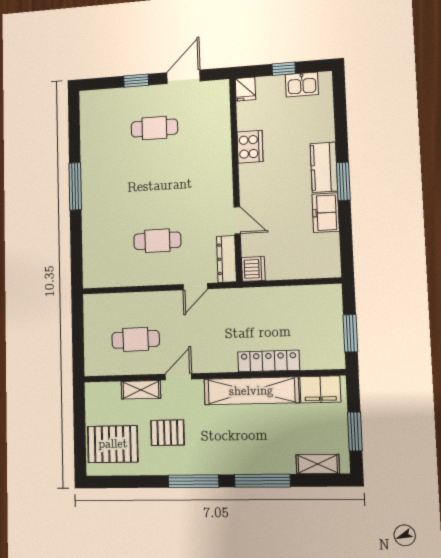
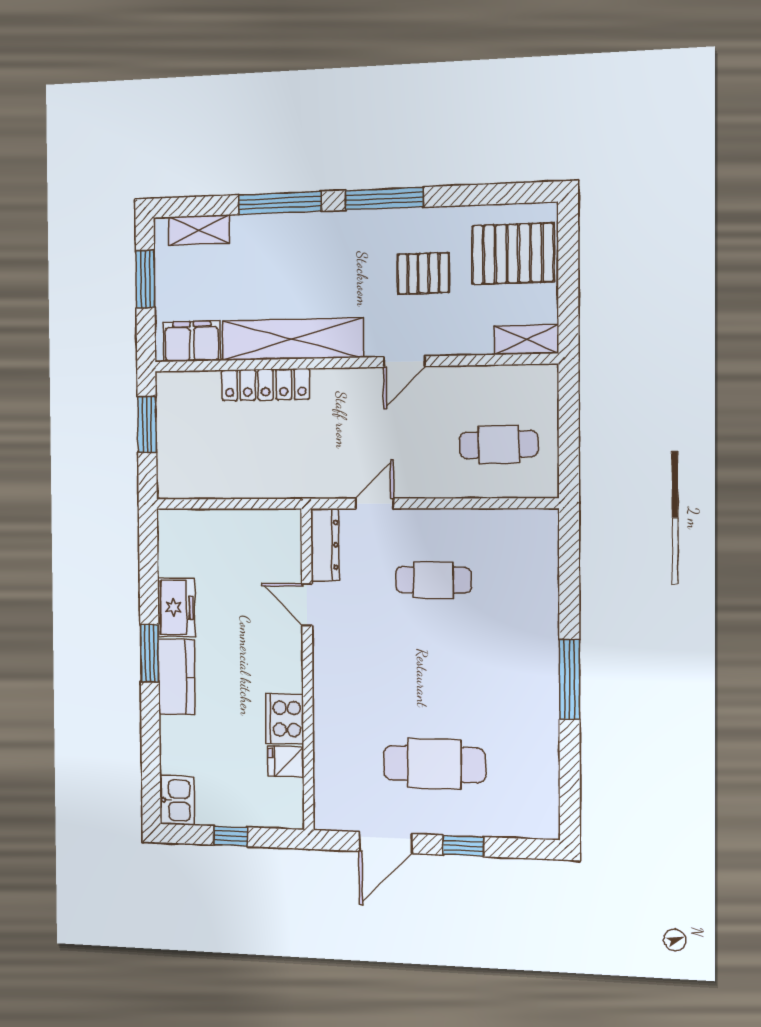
kitchen sink: (302, 85) -> (177, 800), moved, turned 90
fridge: (245, 89) -> (286, 762), moved, turned -90
cafe table: (154, 128) -> (434, 764), width x1.37, depth x1.35
dishwasher: (253, 269) -> (285, 527), removed
cafe table: (136, 339) -> (499, 445), moved
shelving: (141, 390) -> (526, 340), moved

